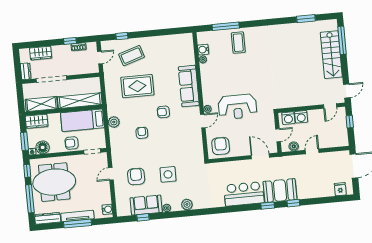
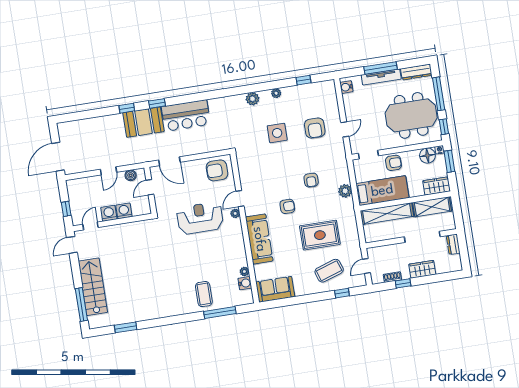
wardrobe: (41, 53) -> (422, 269), moved
washing machine: (288, 118) -> (109, 213), moved
armchair: (221, 146) -> (217, 170), turned 90
fridge: (340, 189) -> (72, 128), removed
sofa: (146, 205) -> (275, 289), moved, turned 180

